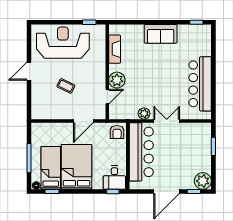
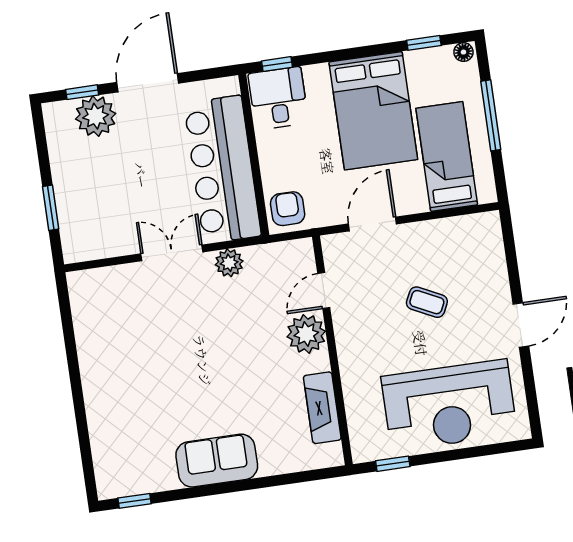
bar counter: (200, 84) -> (104, 354), removed
double door: (167, 121) -> (172, 253), swing flipped
bed: (51, 168) -> (447, 156), moved, turned 180
plant: (203, 181) -> (96, 116), moved

